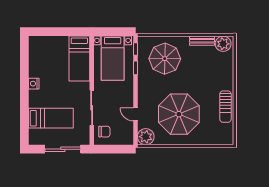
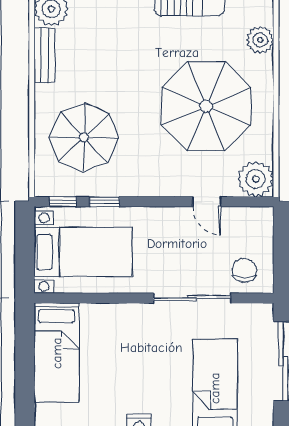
bed: (79, 59) -> (57, 353), moved, turned 90
door: (135, 114) -> (207, 202), hinge flipped
plant: (209, 139) -> (260, 40), added

